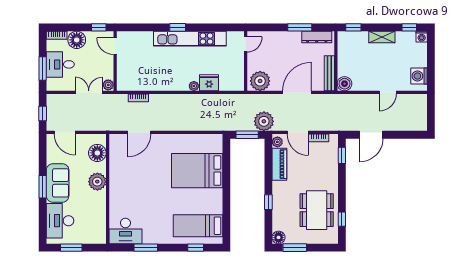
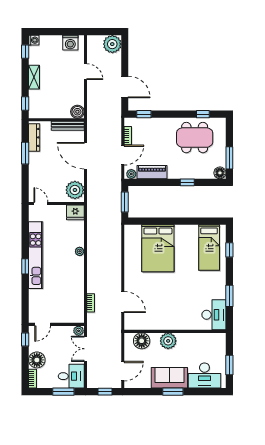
desk: (60, 64) -> (71, 376), moved, turned -90
fridge: (209, 83) -> (75, 212), moved, turned -90
plant: (264, 121) -> (112, 44), moved

